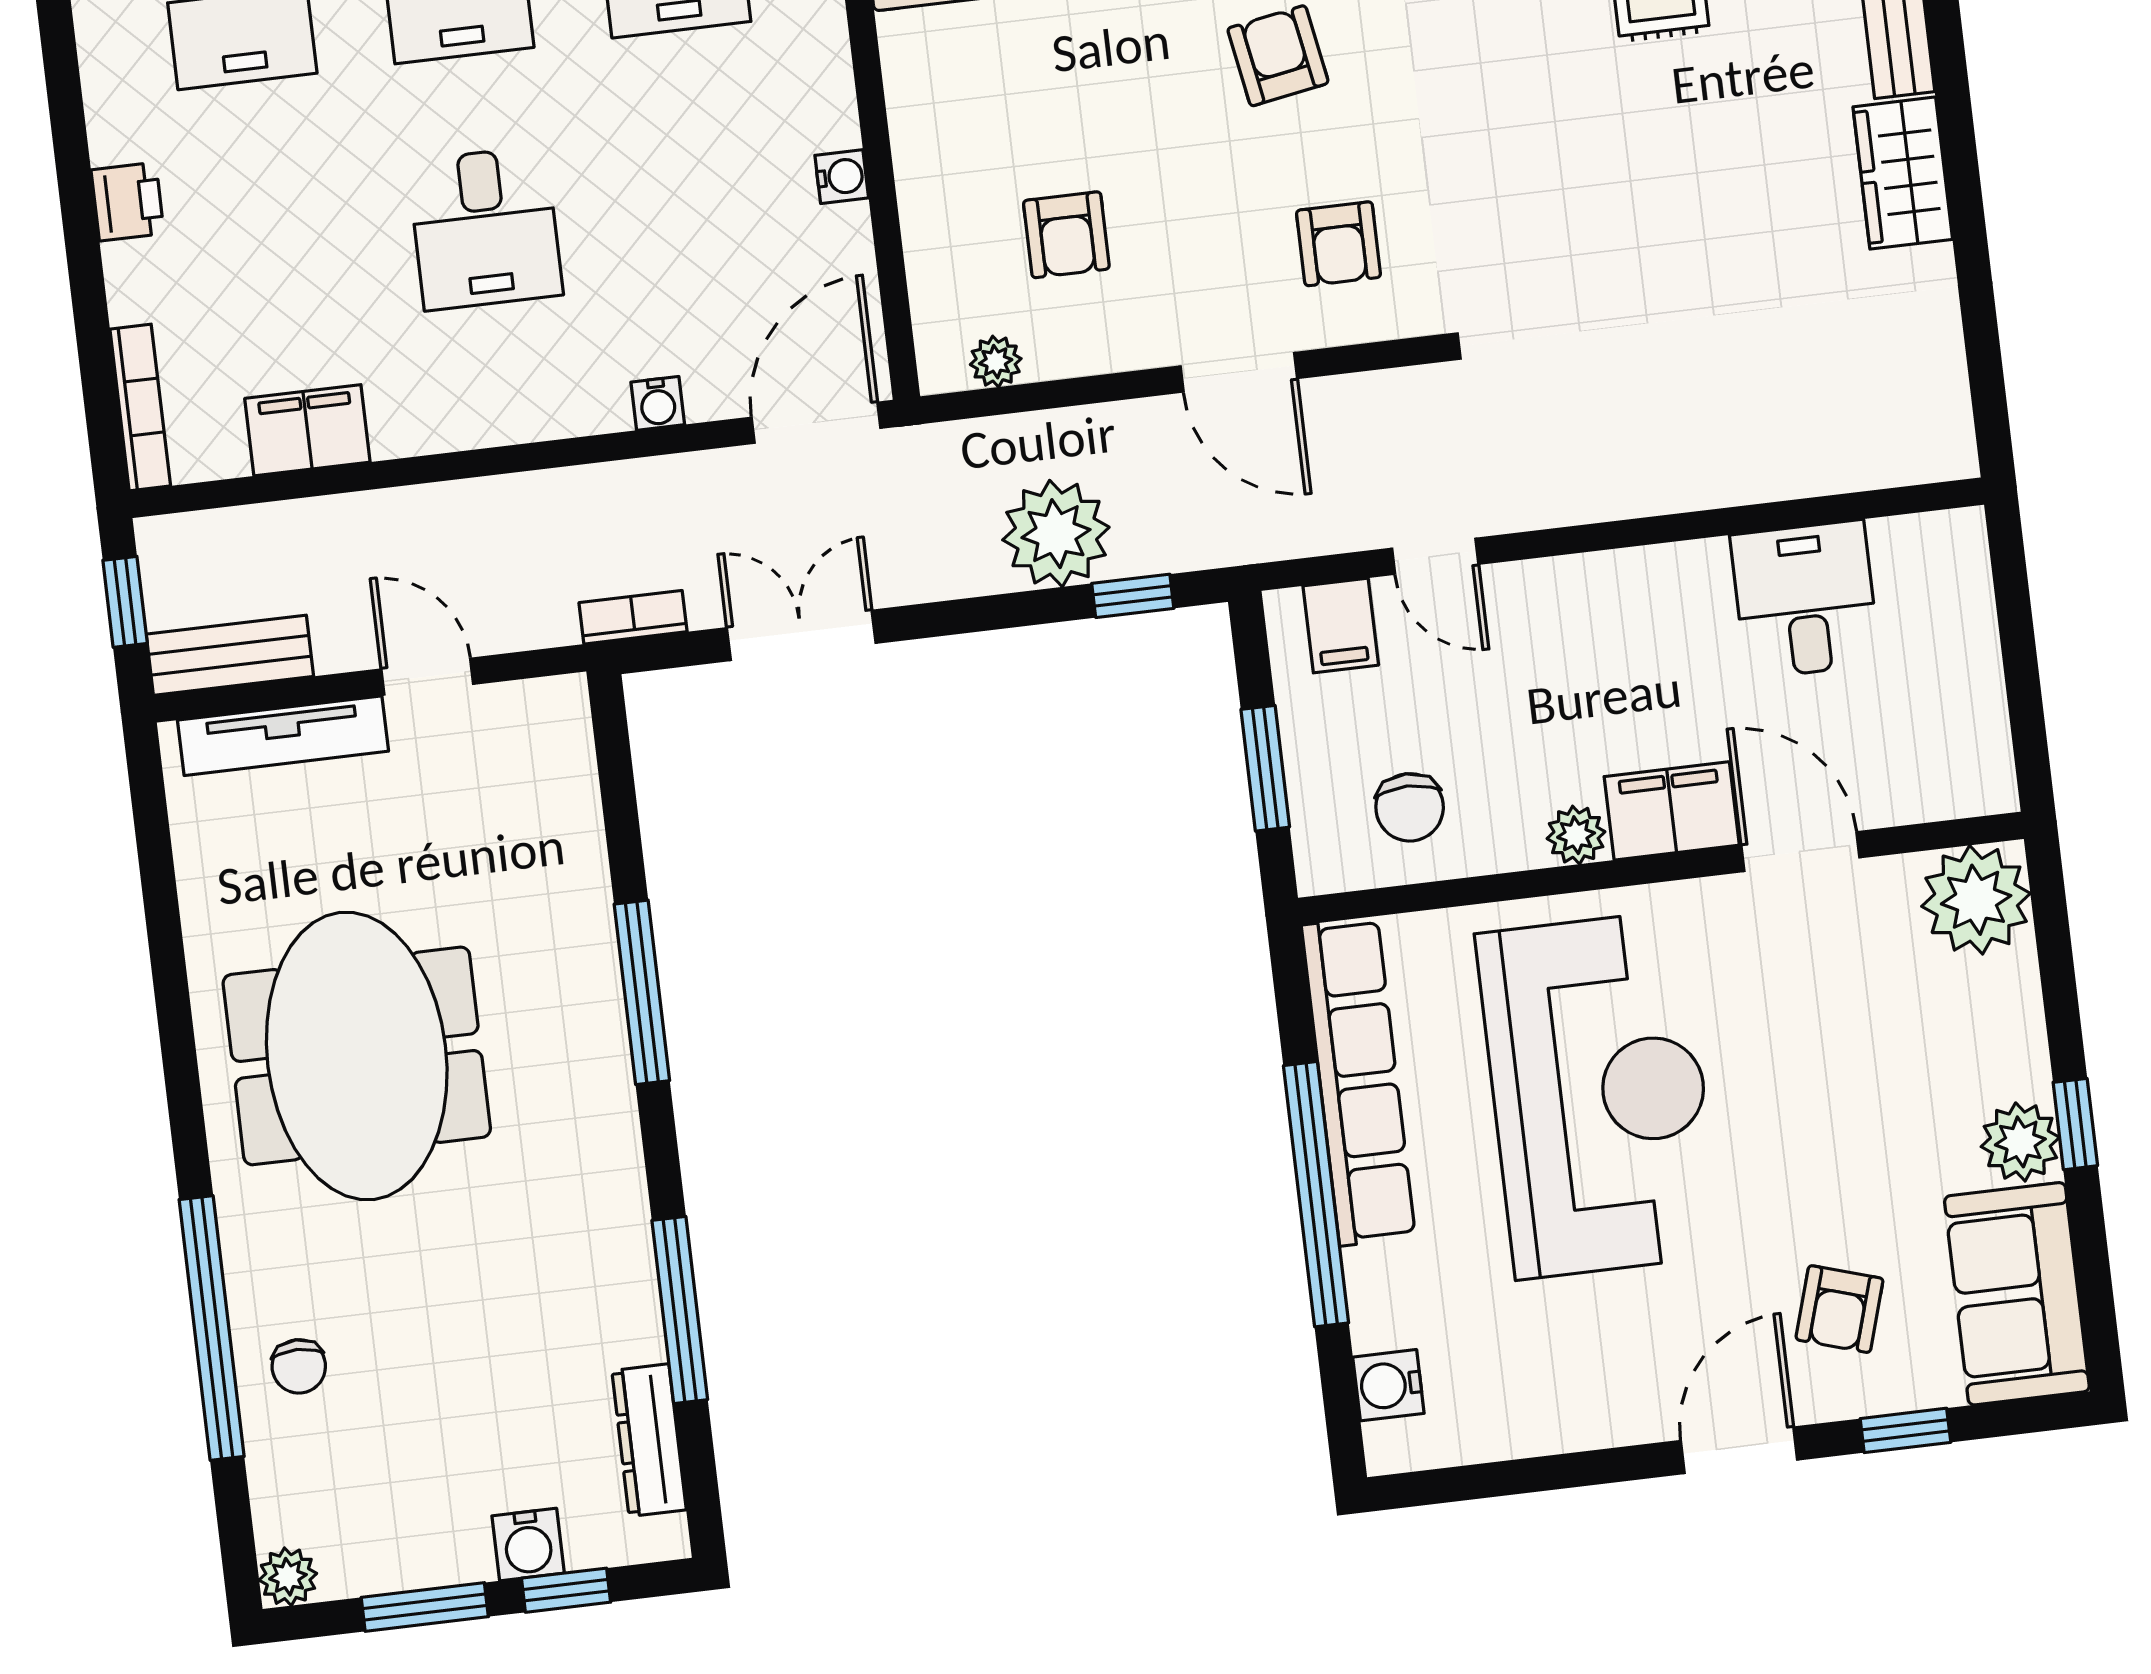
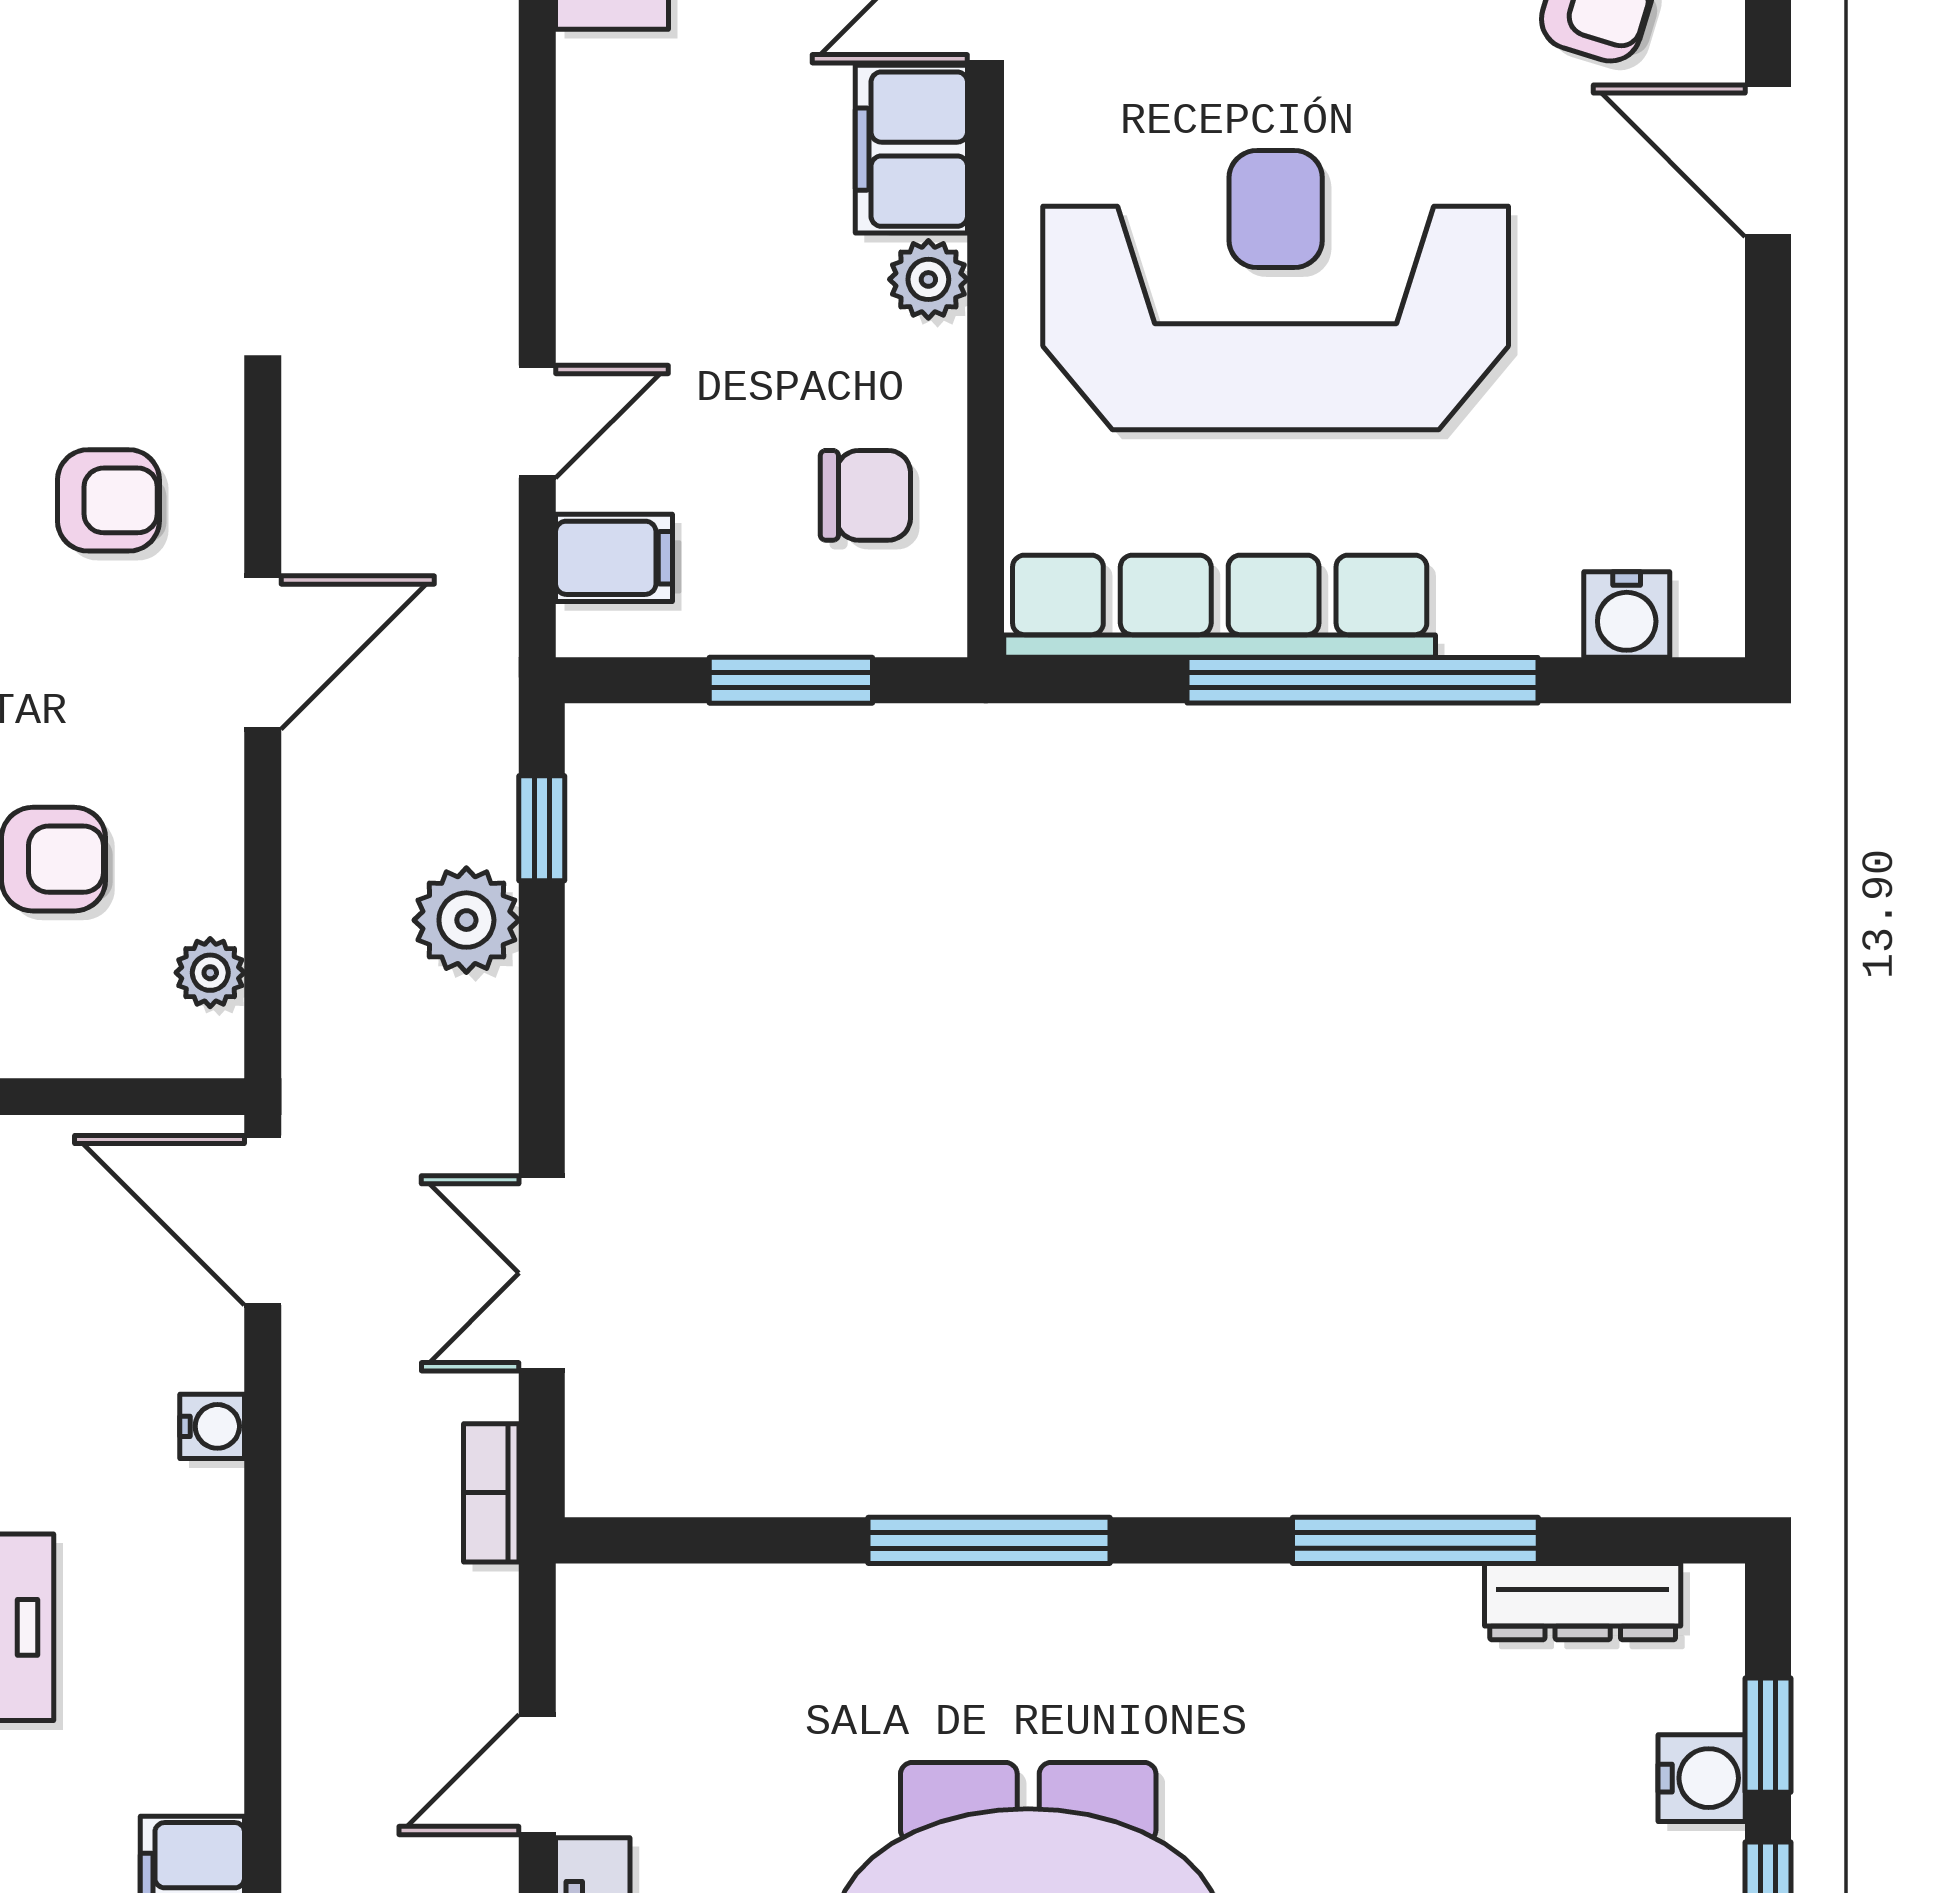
plant: (1056, 534) -> (466, 920), width x0.73, depth x0.73

